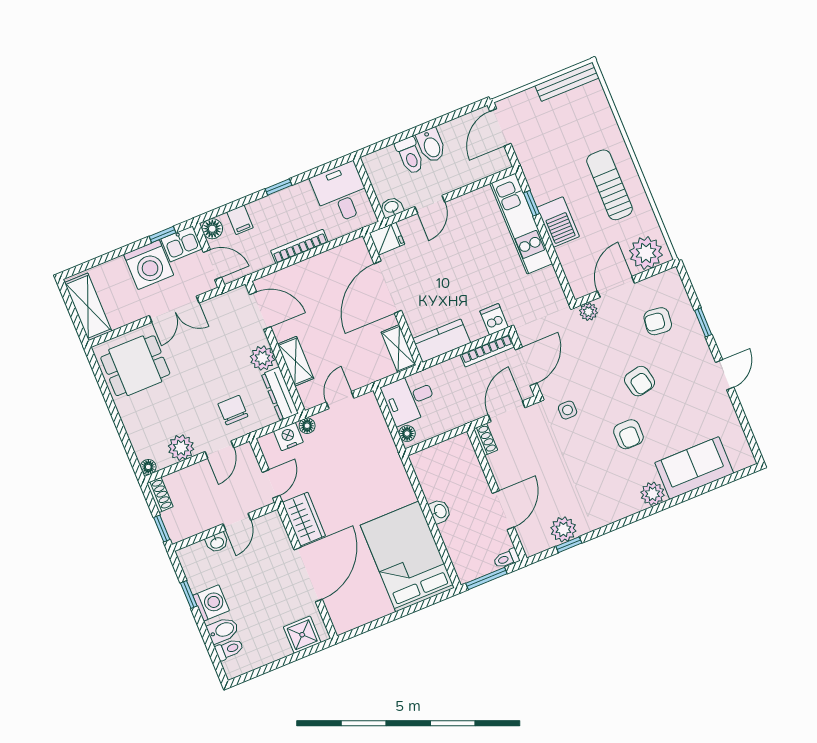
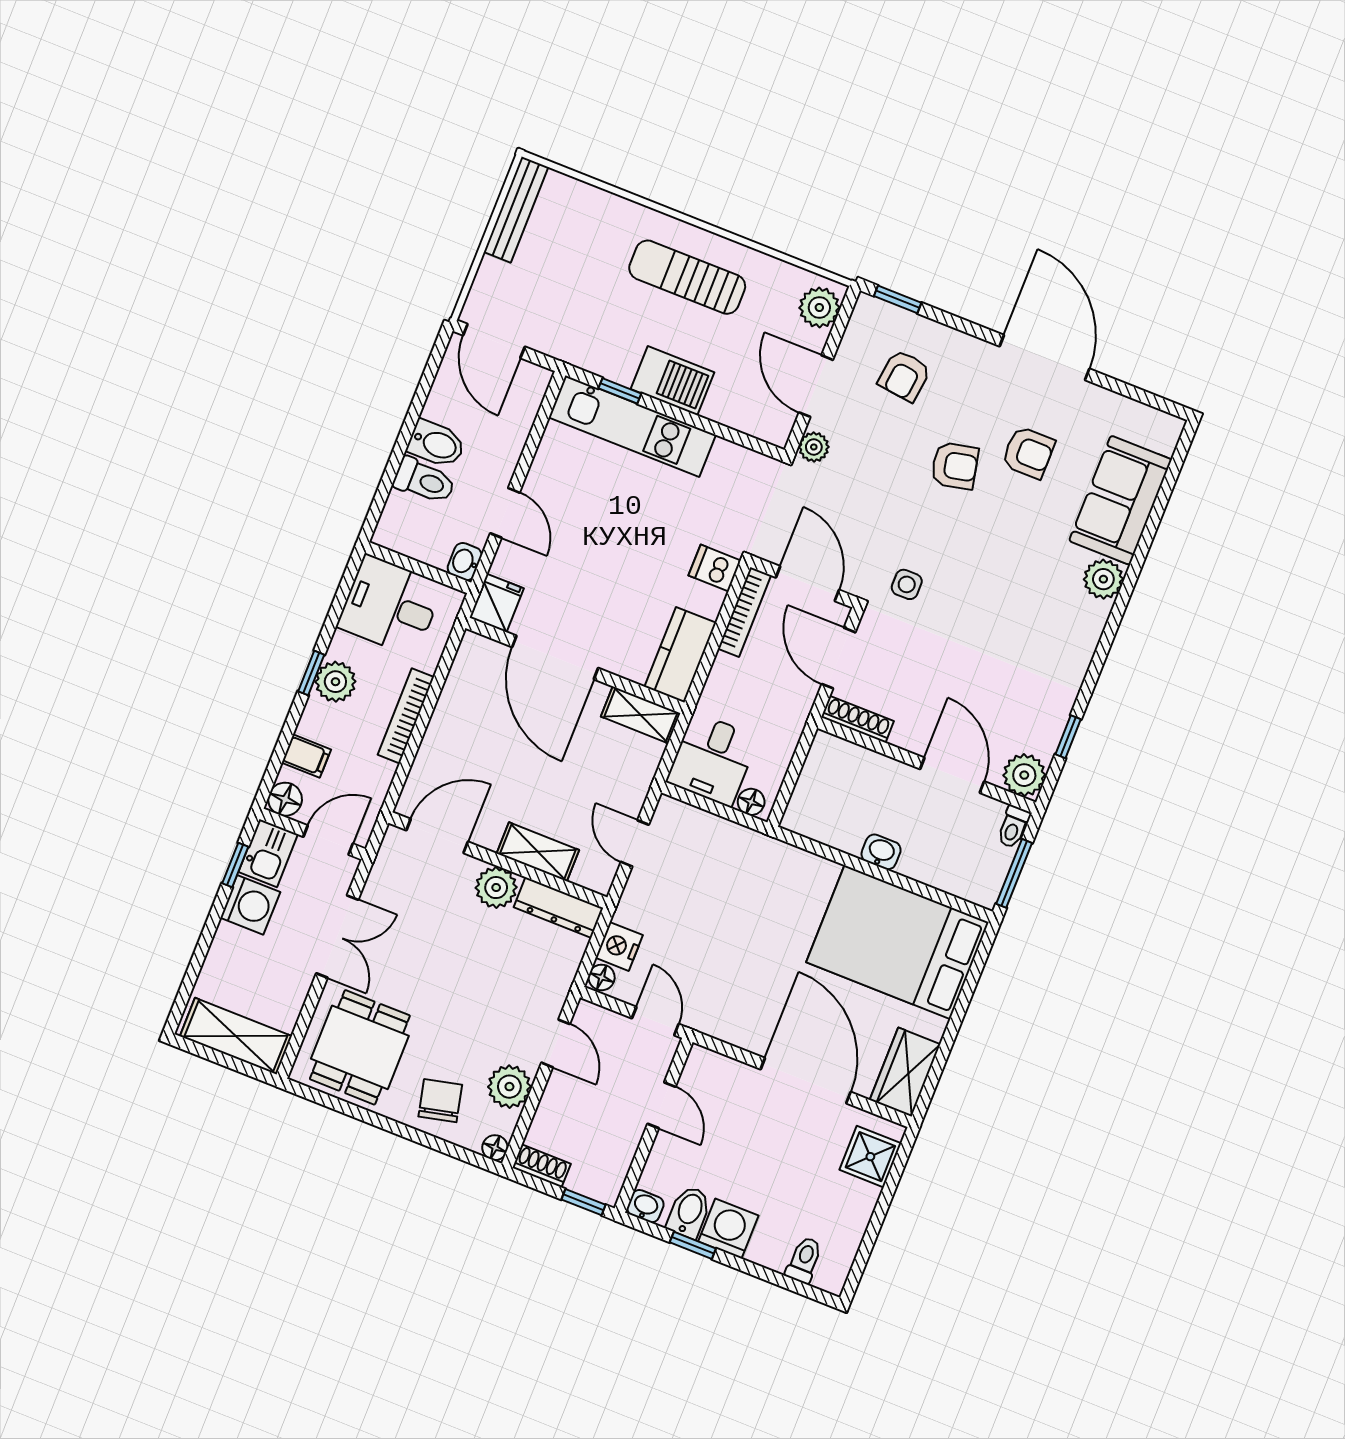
plant: (285, 201) -> (335, 682), added
plant: (646, 253) -> (819, 308), width x0.73, depth x0.73
washing machine: (149, 265) -> (250, 905), width x0.73, depth x0.73
window: (703, 322) -> (898, 299), moved
door: (725, 375) -> (1045, 357), width x1.87
chair: (233, 410) -> (440, 1101), moved, turned 77
floor lamp: (307, 426) -> (602, 977), moved
armchair: (628, 434) -> (1028, 453), moved
shoe rack: (486, 439) -> (857, 719), width x1.43
wardrobe: (304, 519) -> (905, 1072), moved, turned -90
plant: (563, 529) -> (1024, 775), moved
washbasin: (217, 543) -> (645, 1206), moved, turned -90
bidet: (223, 630) -> (689, 1212), moved

